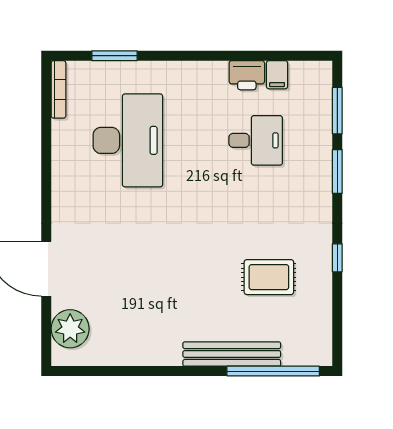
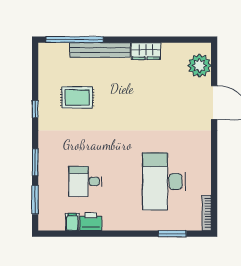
wardrobe: (157, 352) -> (146, 51), added

